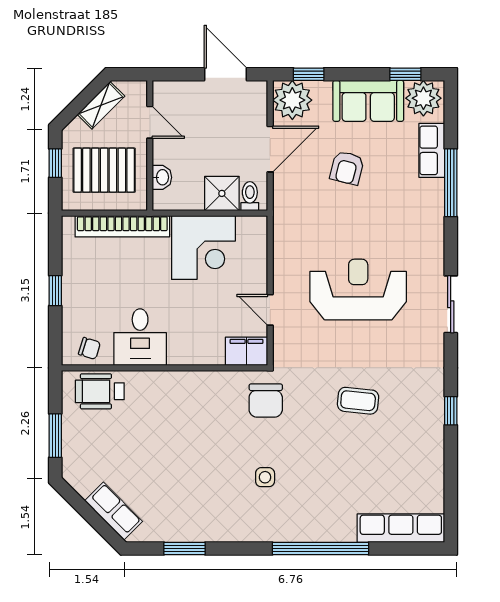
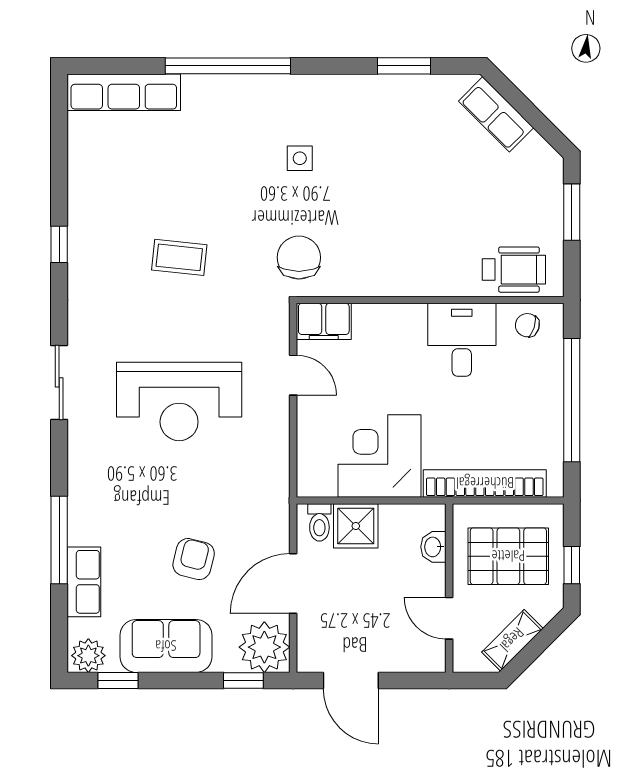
plant: (423, 98) -> (88, 656), width x0.73, depth x0.73
window: (55, 291) -> (572, 400), width x3.17

